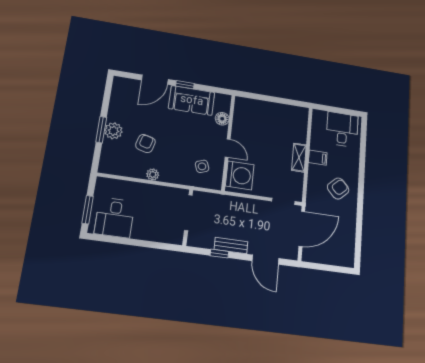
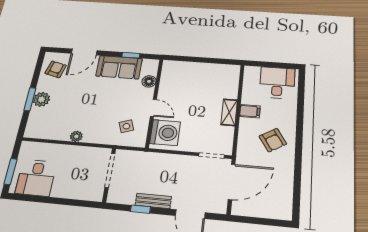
window: (185, 85) -> (131, 55), moved
armchair: (145, 143) -> (56, 69), moved
armchair: (338, 188) -> (273, 140), turned 101

